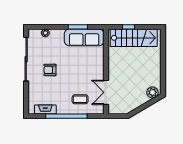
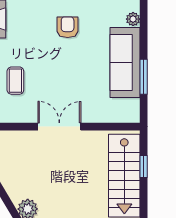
sofa: (84, 37) -> (125, 63), moved
double door: (106, 92) -> (59, 127), moved

